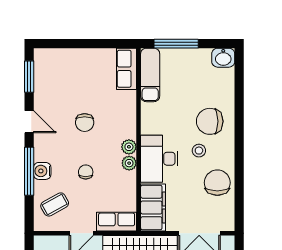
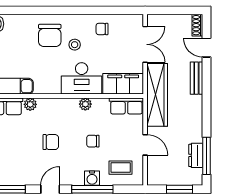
plant: (129, 147) -> (30, 104), moved
chair: (217, 183) -> (102, 29), width x0.54, depth x0.54
coffee table: (55, 204) -> (121, 168), turned -61
row of seats: (117, 222) -> (126, 106), moved, turned -90

